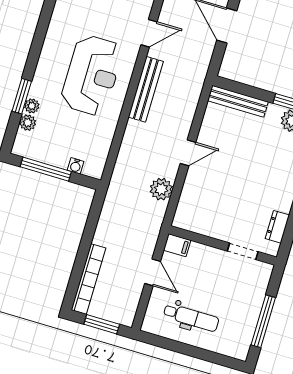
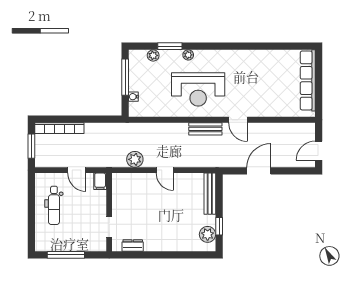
bench: (146, 89) -> (205, 129), width x0.73
plant: (32, 106) -> (188, 55), moved
door: (153, 272) -> (77, 170), hinge flipped

